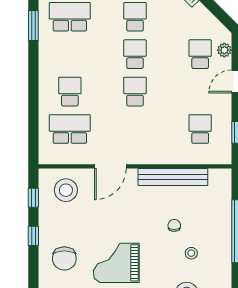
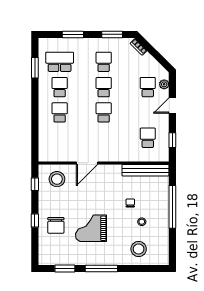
school desk: (70, 129) -> (60, 87), moved, width x0.54
bench: (173, 177) -> (145, 170), moved
window: (33, 236) -> (35, 221), moved

